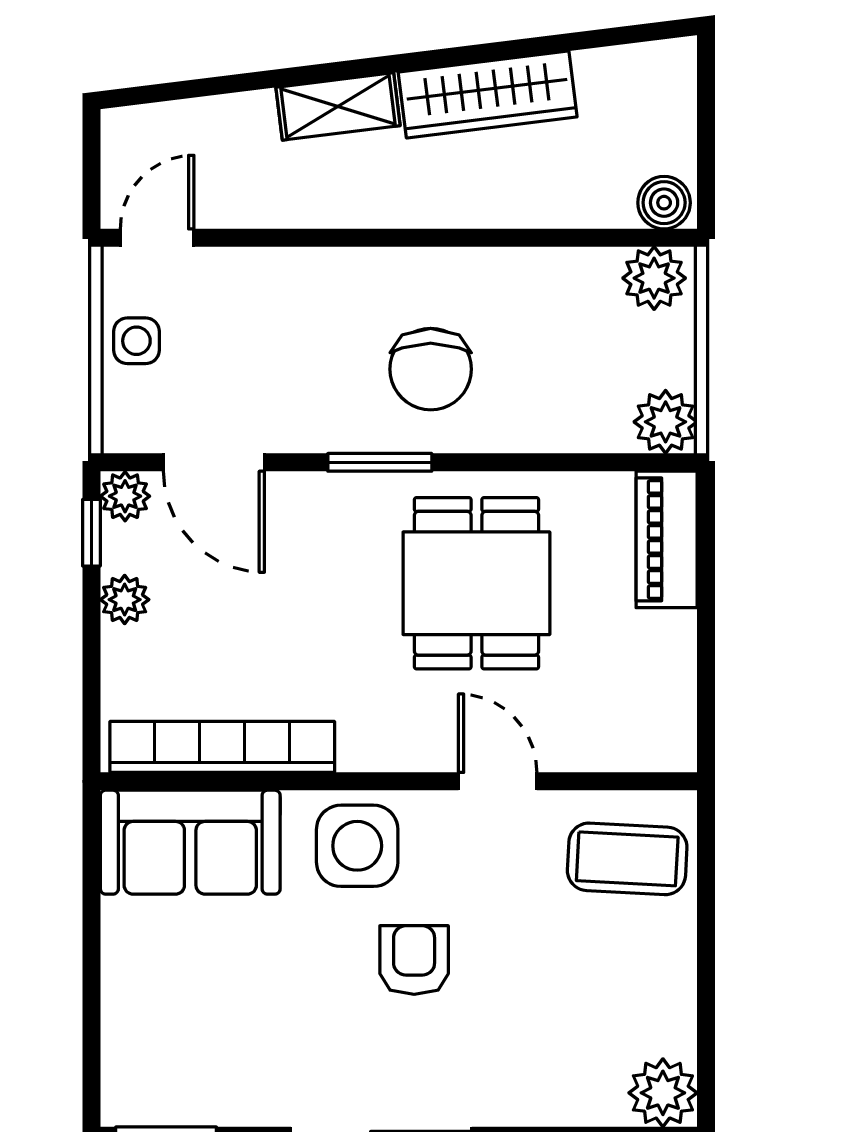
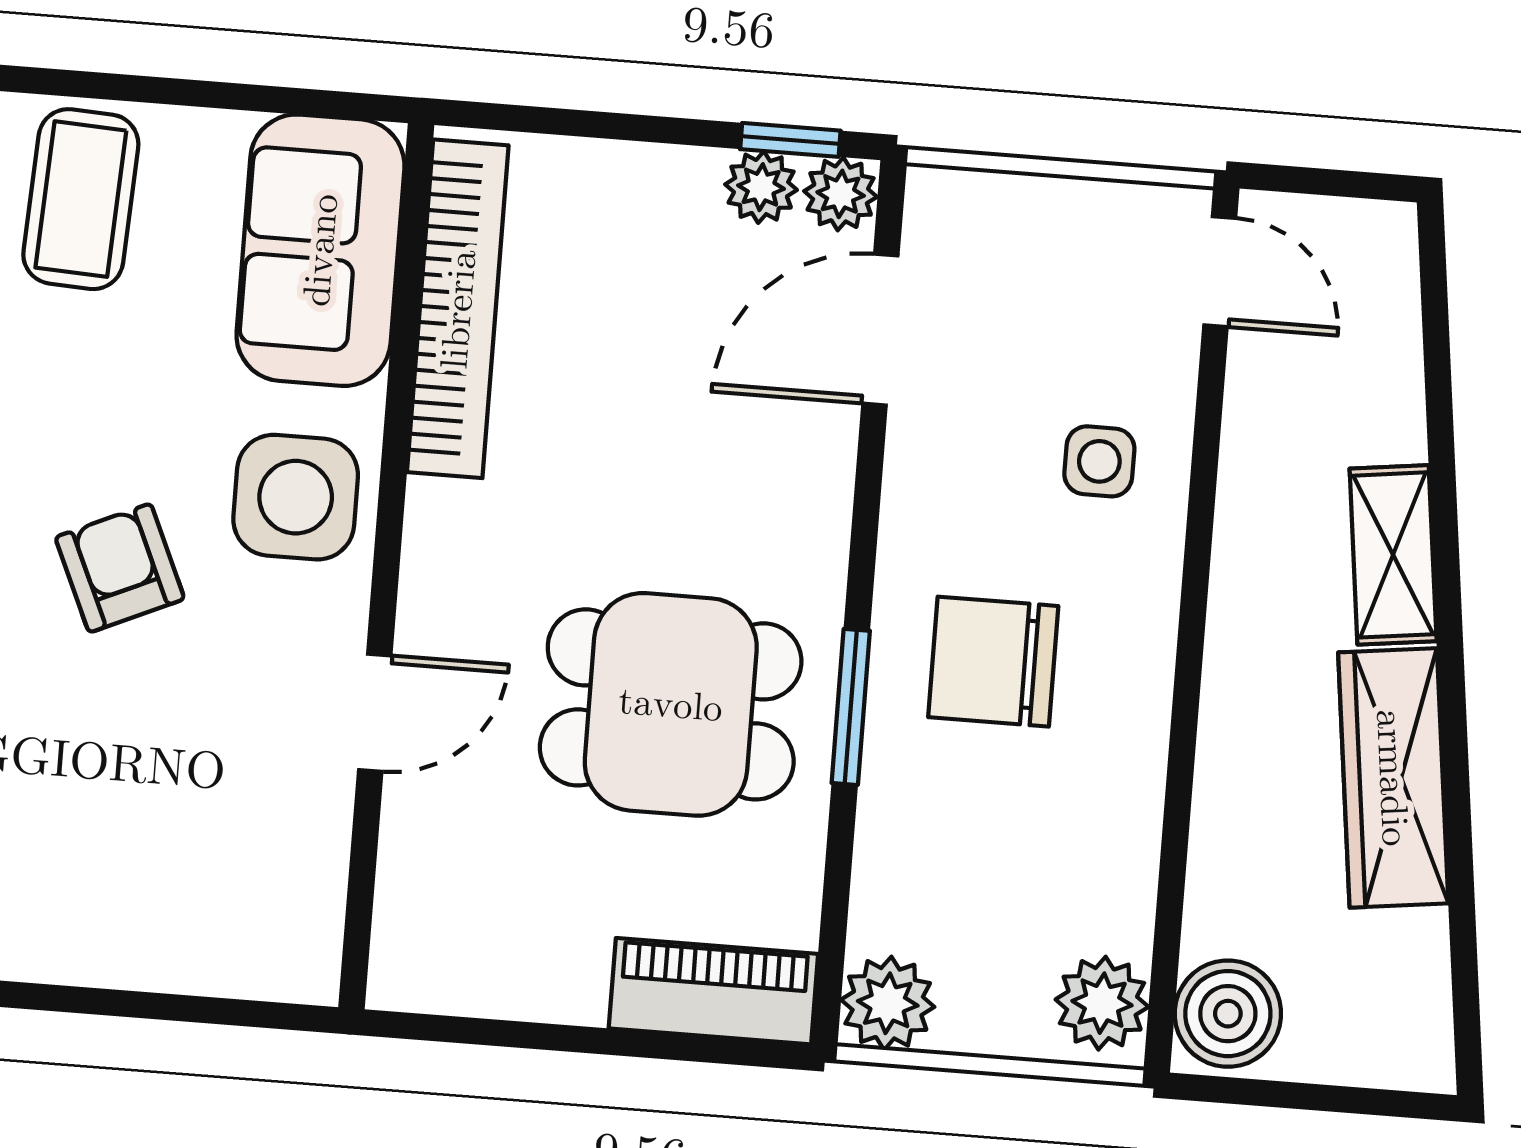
boiler: (664, 203) -> (1228, 1014), width x1.36, depth x1.36
side table: (136, 341) -> (1099, 461), moved
window: (380, 462) -> (851, 707), moved
plant: (125, 600) -> (761, 187), moved
coffee table: (627, 859) -> (81, 199), moved
armchair: (414, 960) -> (120, 568), turned -114

